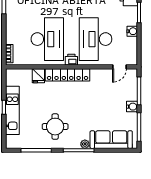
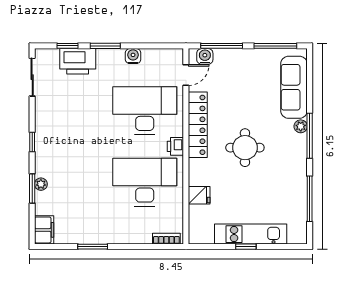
desk: (96, 39) -> (145, 110), turned 180
door: (119, 67) -> (186, 75), hinge flipped
locker: (68, 75) -> (198, 125), moved
water cooler: (132, 107) -> (205, 56), moved
round table: (55, 127) -> (245, 148), moved

